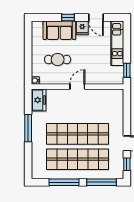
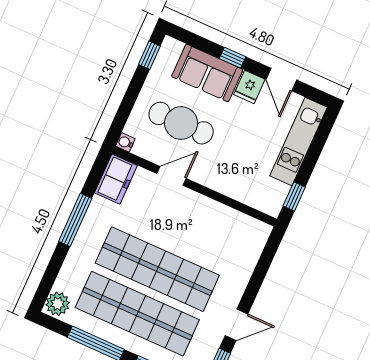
window: (28, 34) -> (149, 55), added
cafe table: (58, 60) -> (181, 123), width x1.37, depth x1.35
door: (77, 87) -> (171, 176), moved
plant: (38, 172) -> (58, 304), added

